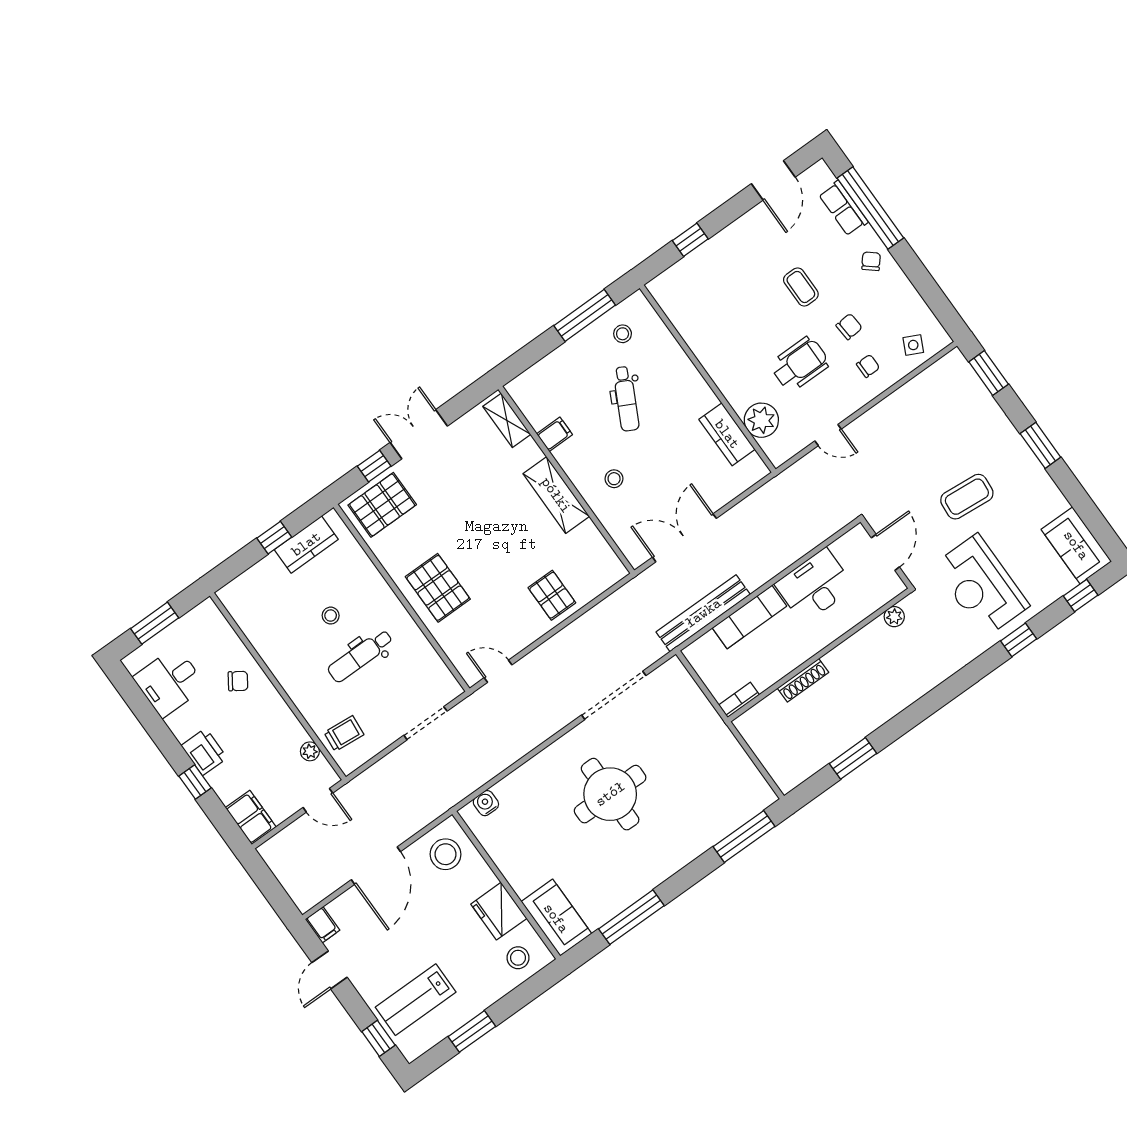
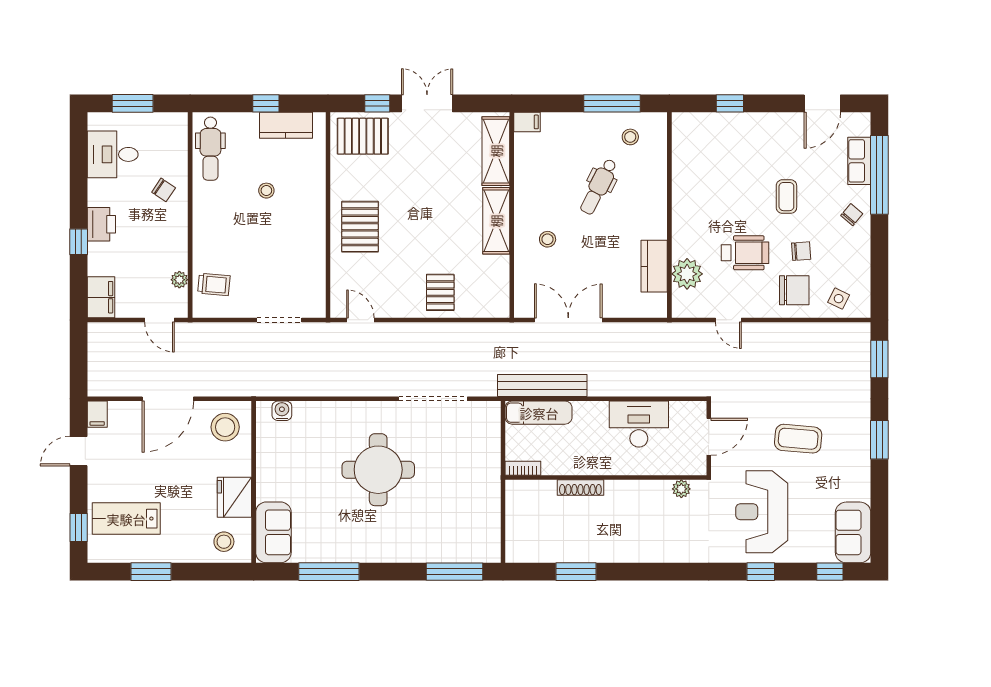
chair: (868, 366) -> (794, 290), width x1.87, depth x1.87
shelving: (507, 420) -> (496, 151), width x1.50, depth x1.33
filing cabinet: (555, 434) -> (527, 122), moved
exam couch: (749, 617) -> (539, 413), moved
dental chair: (360, 656) -> (210, 149), moved, turned -90

